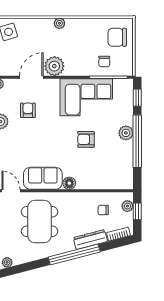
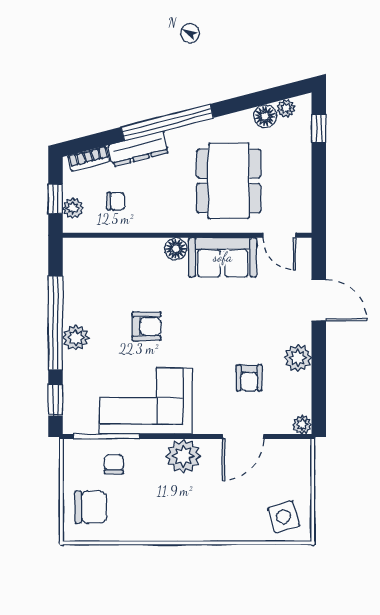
plant: (59, 23) -> (193, 532), removed
plant: (54, 66) -> (183, 456), moved
floor lamp: (19, 258) -> (265, 116), added

